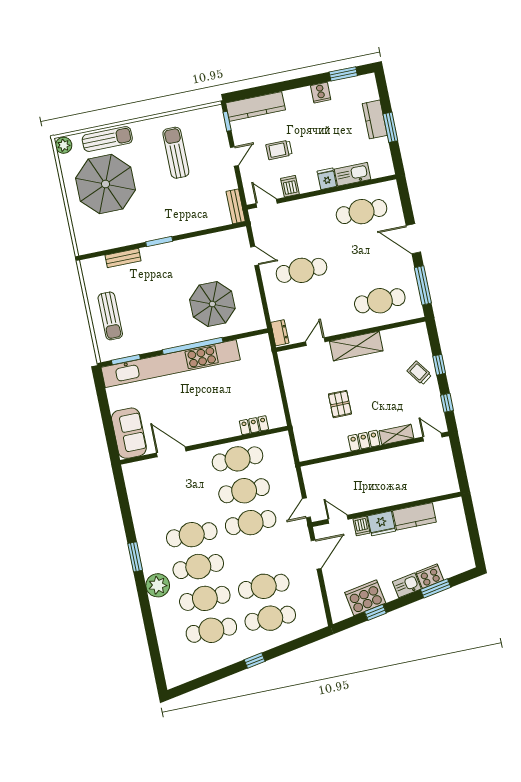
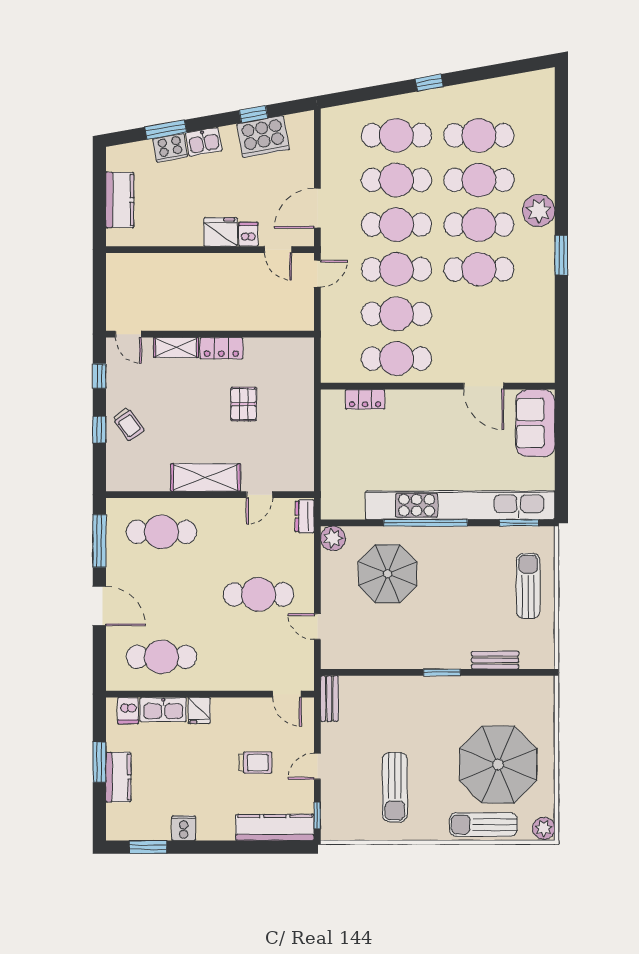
dishwasher: (290, 186) -> (128, 711), moved
plant: (257, 321) -> (333, 538), added
kitchen counter: (414, 516) -> (120, 200), moved, turned 90
cafe table: (257, 554) -> (396, 225), added

